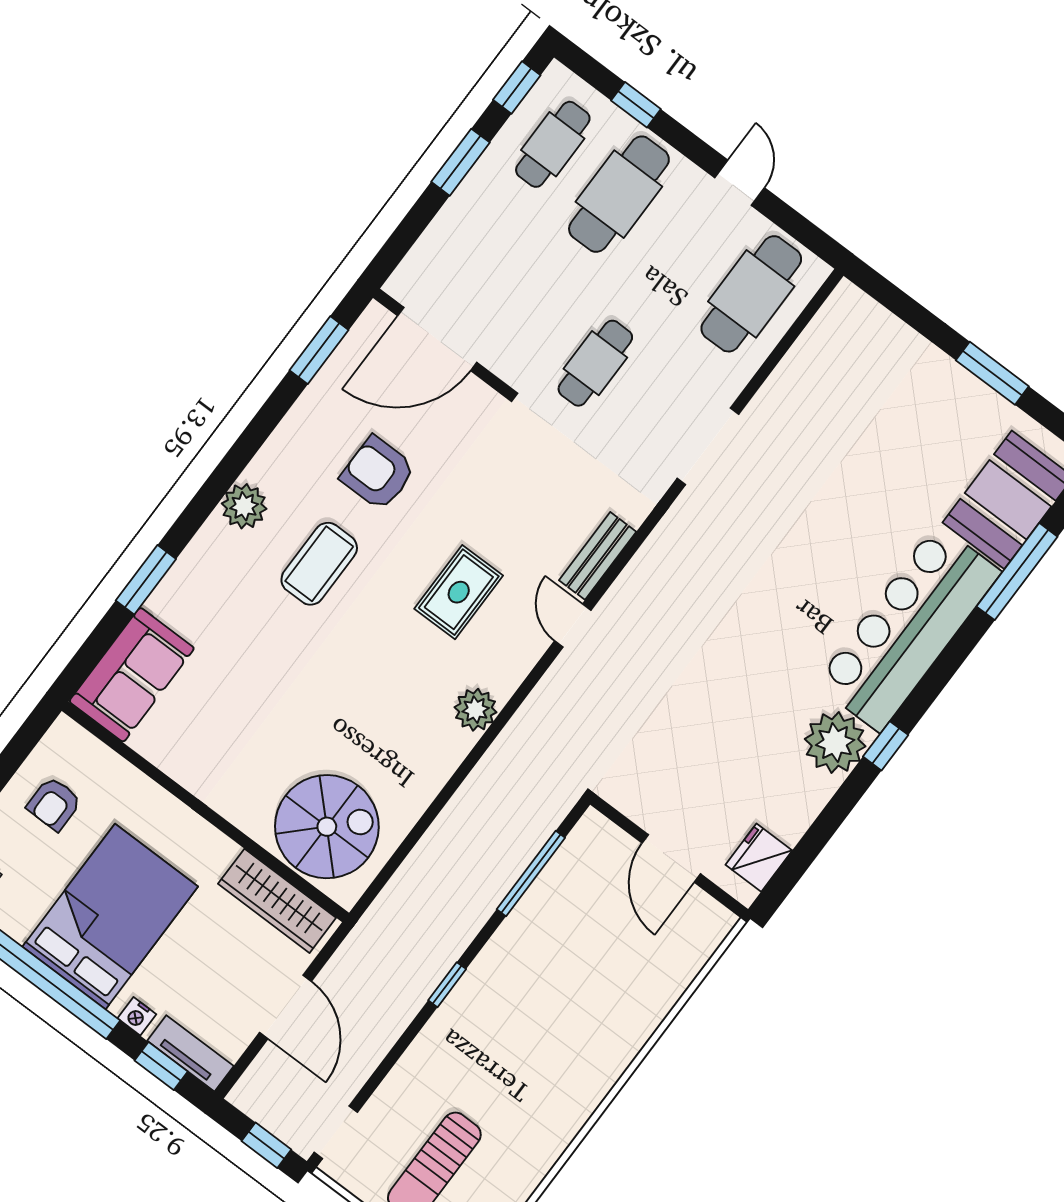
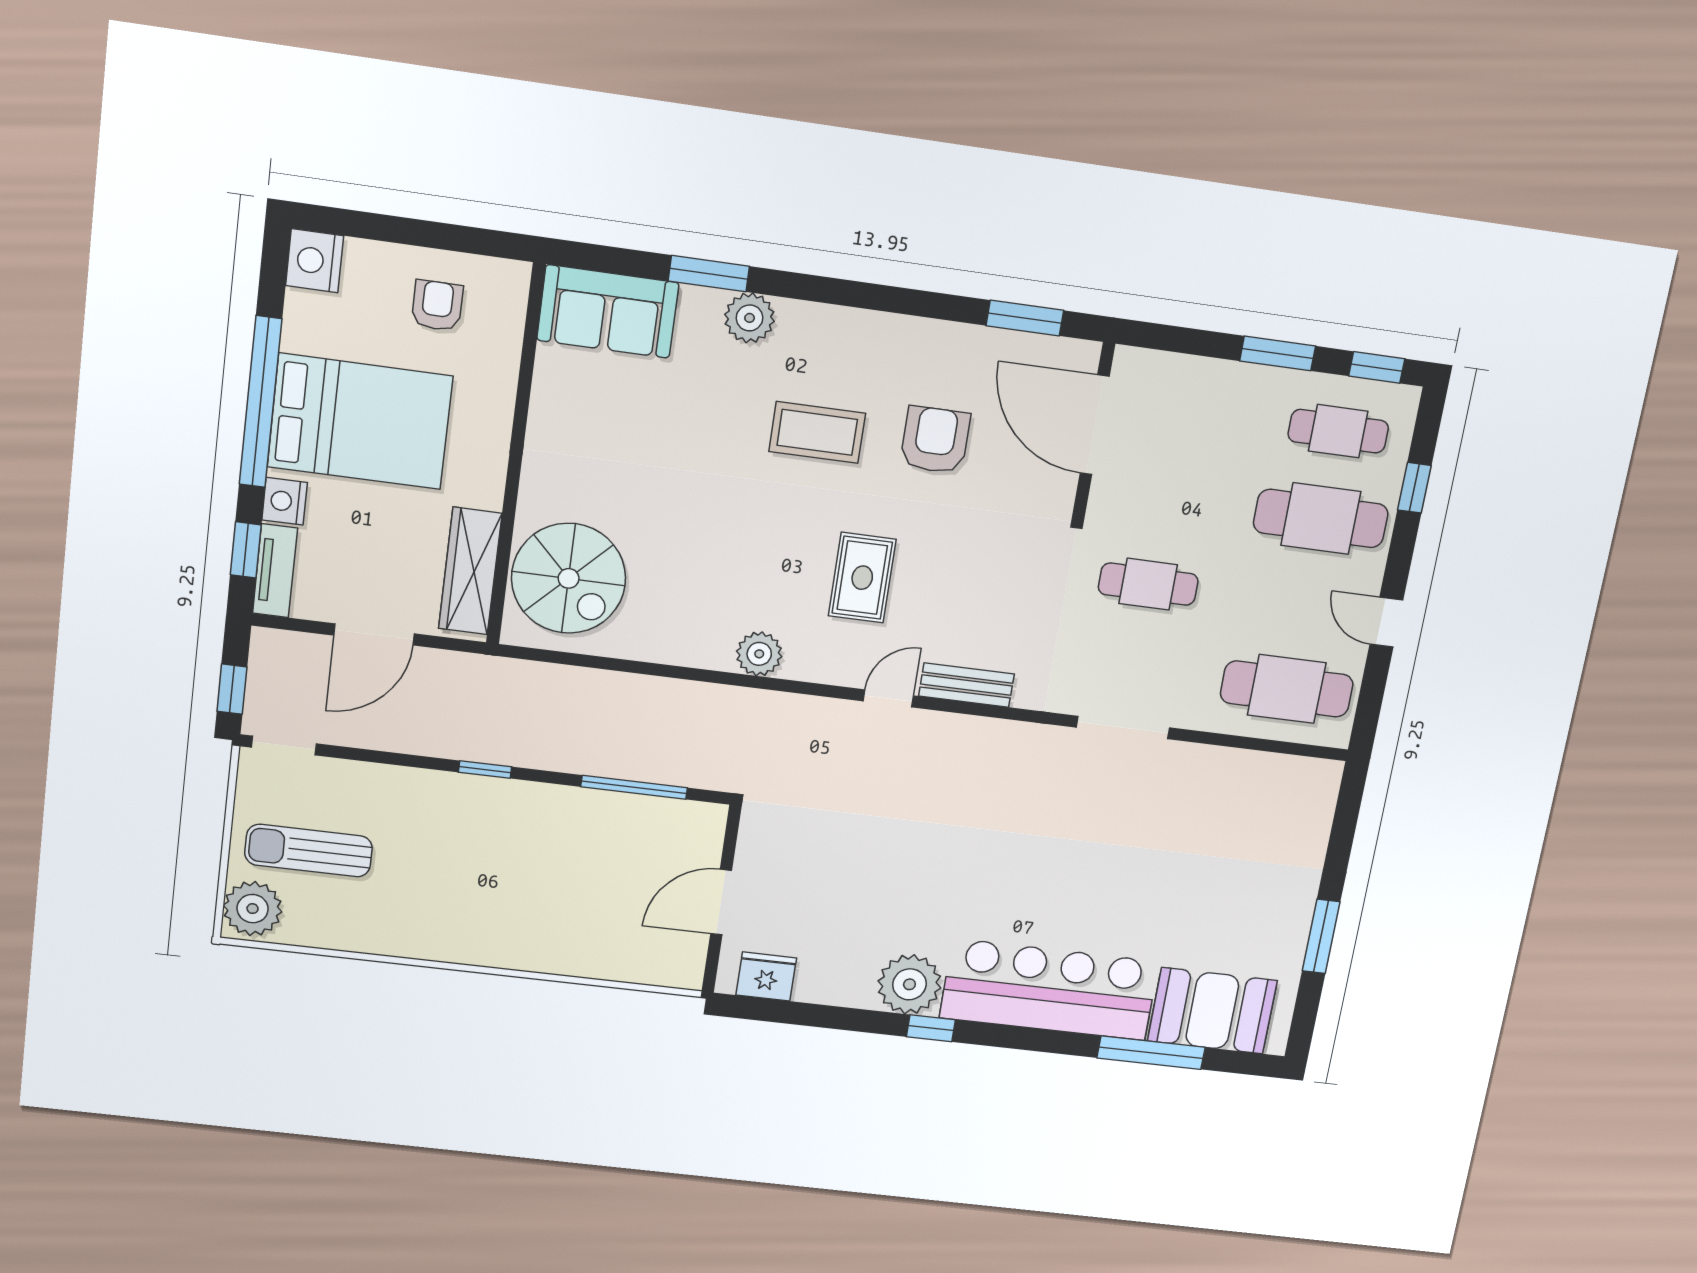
door: (740, 183) -> (1386, 622), swing flipped
plant: (244, 506) -> (750, 318), moved
rug: (459, 592) -> (862, 578), turned 90
armchair: (54, 804) -> (437, 306), turned 90
nightstand: (137, 1016) -> (285, 501), width x1.39, depth x1.35

